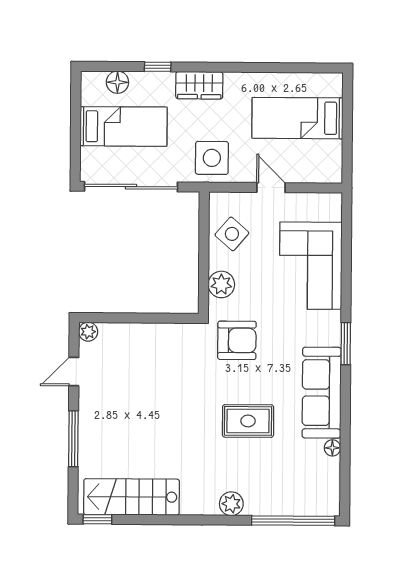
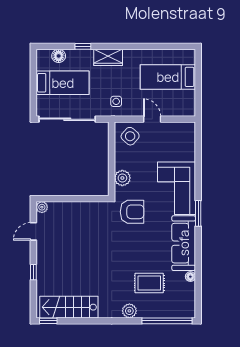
side table: (212, 158) -> (116, 101), width x0.54, depth x0.54
side table: (232, 234) -> (130, 136), moved
corner sofa: (311, 266) -> (176, 188), moved
rug: (248, 421) -> (149, 283), moved
window: (73, 439) -> (33, 272), width x0.46

